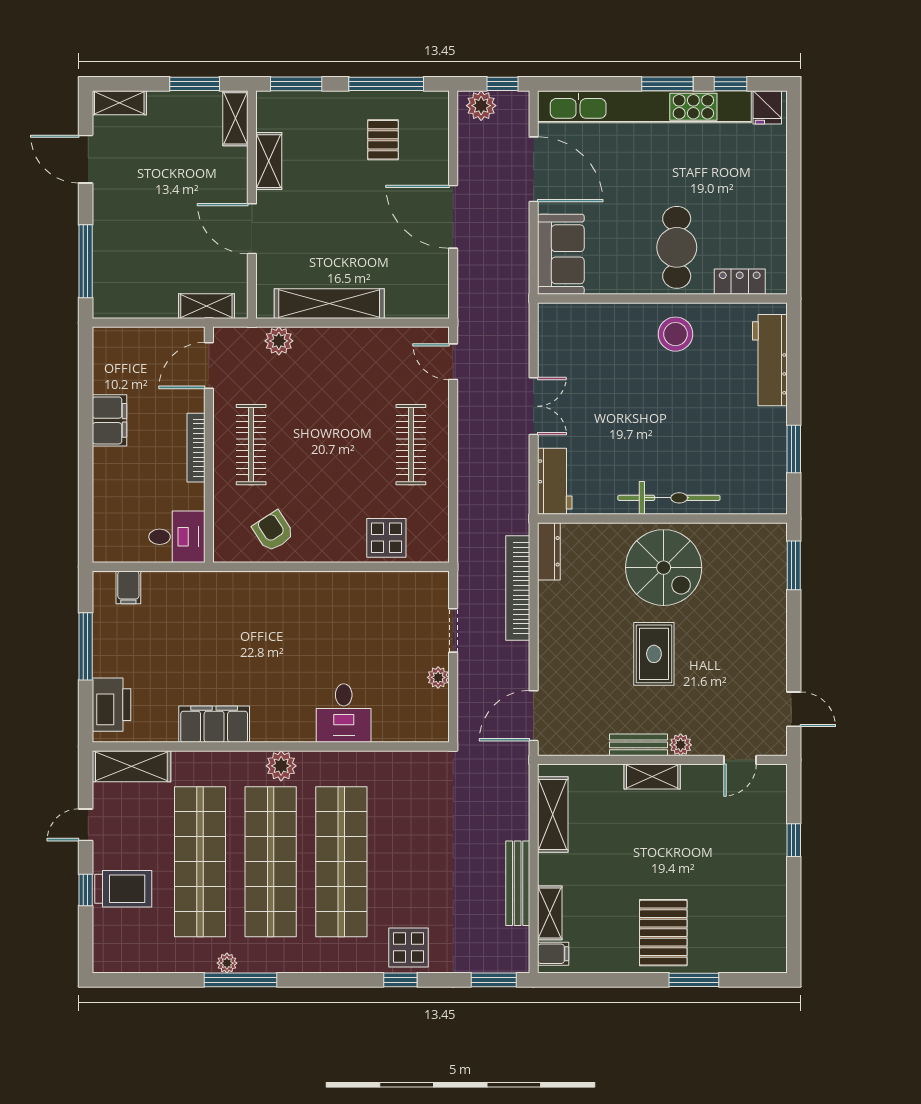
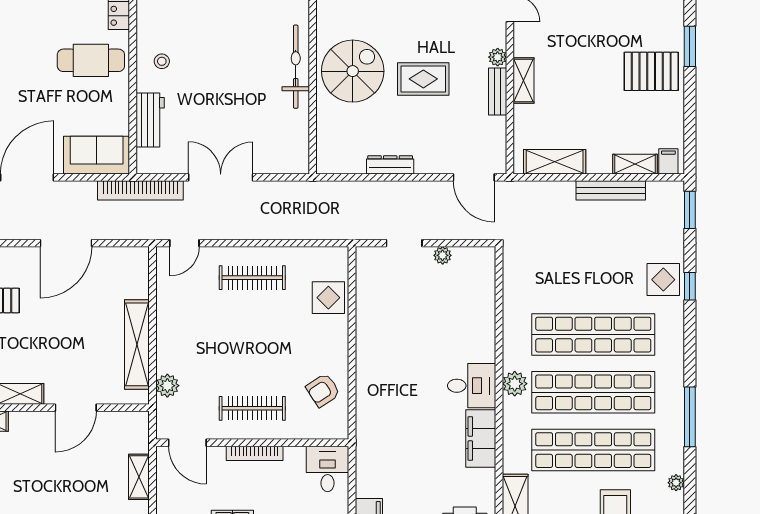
shelving: (206, 306) -> (139, 477), moved
stool: (676, 334) -> (162, 61), width x0.53, depth x0.53
double door: (534, 406) -> (221, 177), width x1.37
workbench: (555, 481) -> (150, 120), moved, turned 90
dresser: (549, 551) -> (390, 165), moved
bookcase: (518, 588) -> (140, 190), moved
desk: (344, 713) -> (472, 386), moved
plant: (227, 963) -> (676, 483), moved

